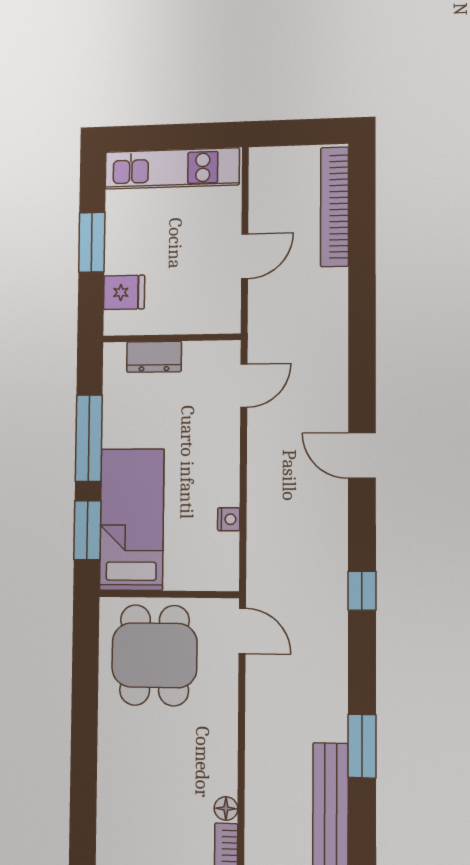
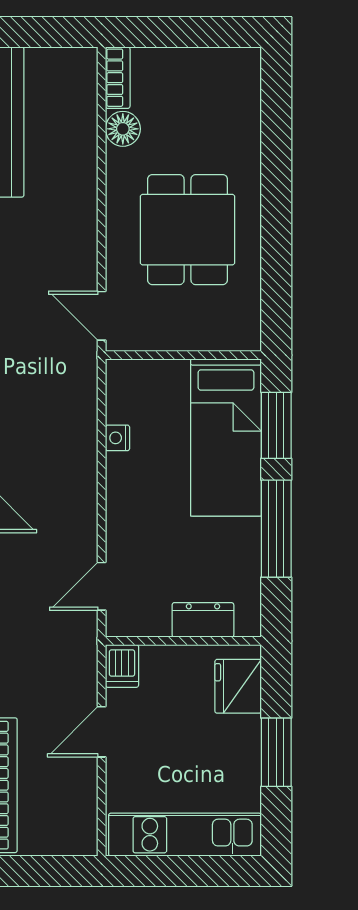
fridge: (124, 292) -> (238, 686), width x1.38
dishwasher: (226, 315) -> (122, 666), added
dining table: (154, 655) -> (188, 230), moved
floor lamp: (226, 809) -> (123, 129), width x1.37, depth x1.37

